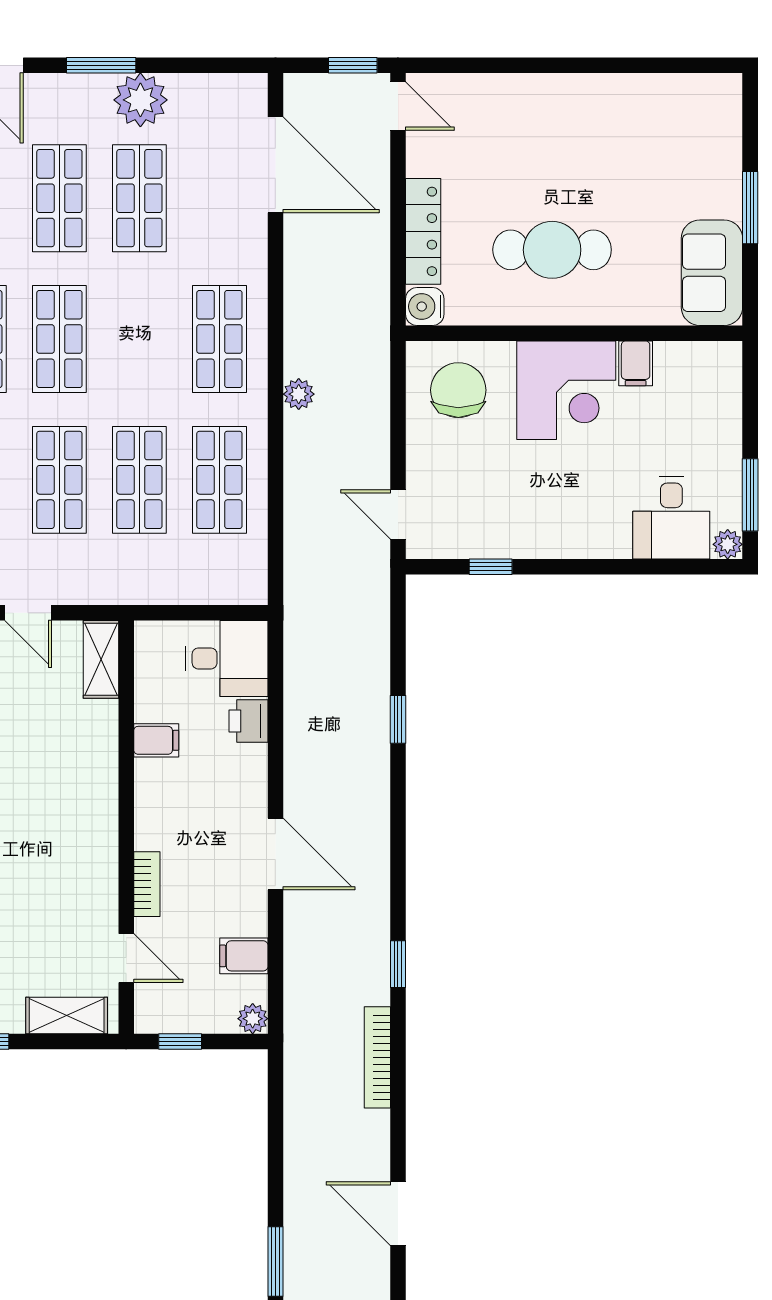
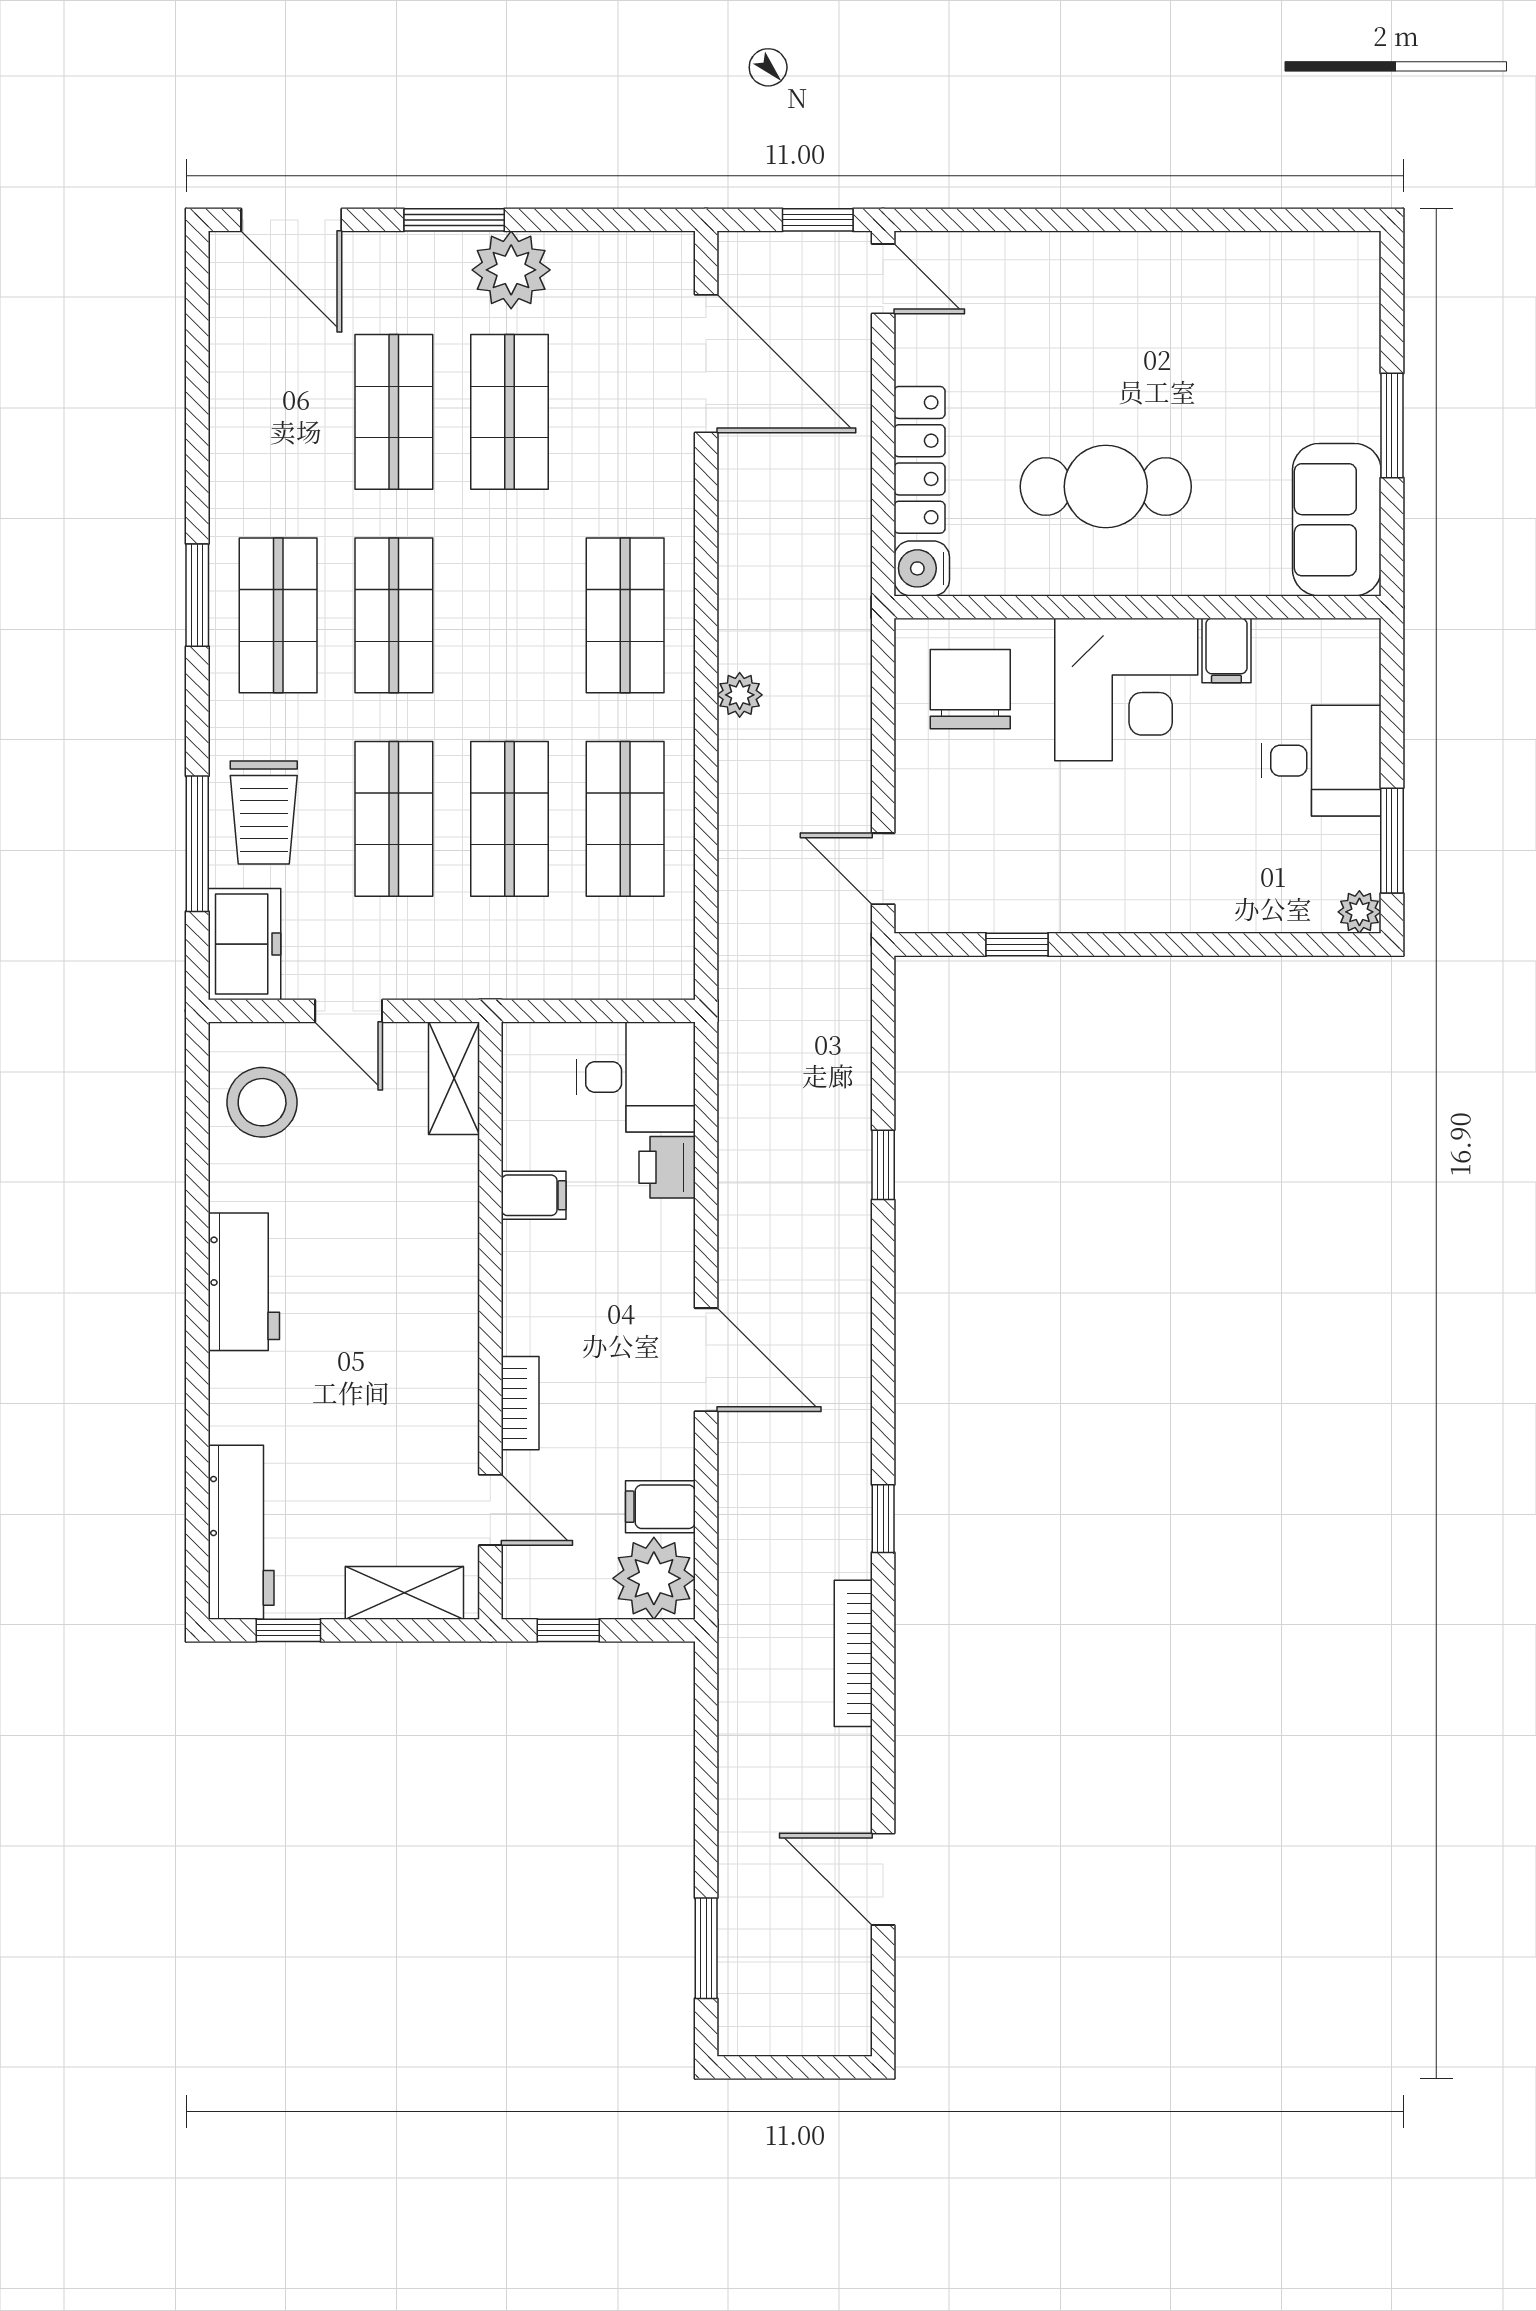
desk: (671, 518) -> (1321, 761), moved, turned -90
plant: (253, 1019) -> (654, 1578), width x1.87, depth x1.87

